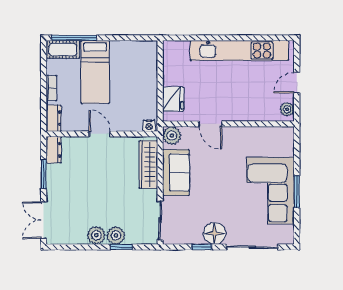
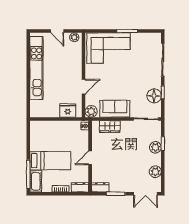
wardrobe: (148, 164) -> (110, 126), width x0.67
corner sofa: (270, 191) -> (108, 48), moved
floor lamp: (214, 233) -> (154, 96), moved
plant: (96, 235) -> (155, 172), moved

